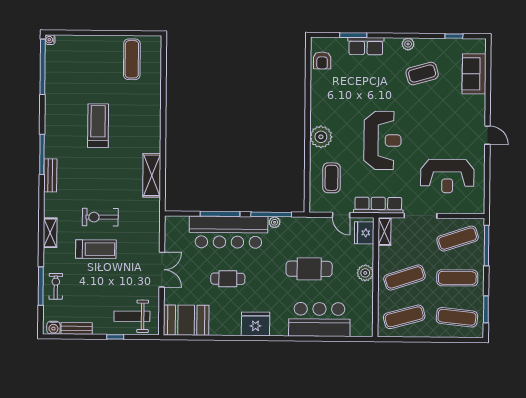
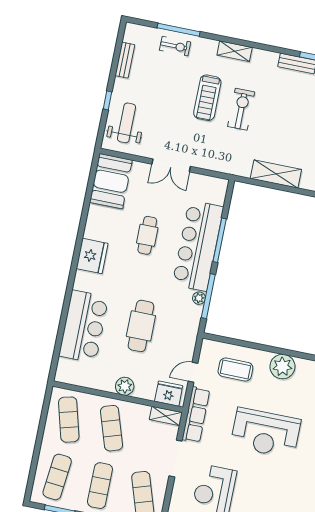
water cooler: (53, 328) -> (131, 35), removed

